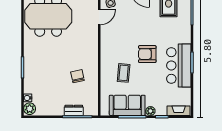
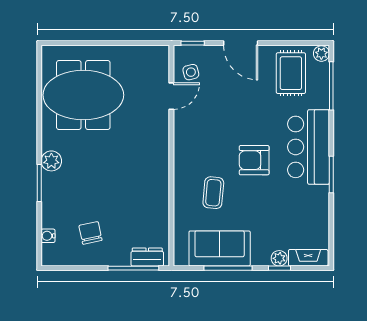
bar counter: (179, 65) -> (309, 147), moved
chair: (77, 76) -> (90, 233), moved
plant: (30, 109) -> (51, 161), moved
dresser: (74, 110) -> (147, 257), moved
plant: (150, 111) -> (279, 258), moved

